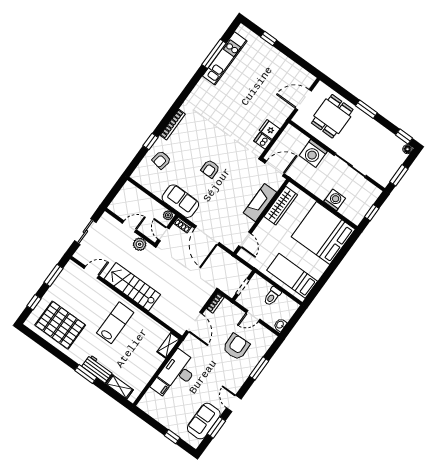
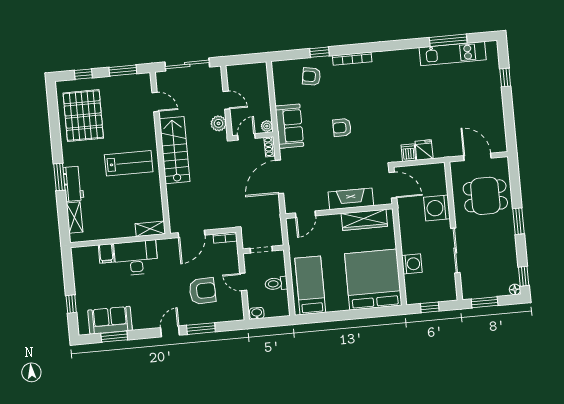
sliding door: (85, 232) -> (187, 64), width x1.37
door: (234, 403) -> (170, 331), moved

